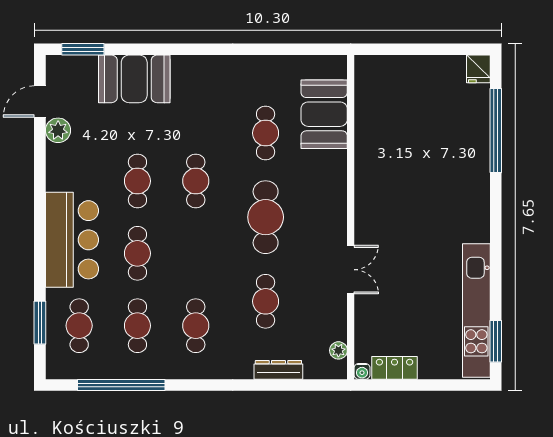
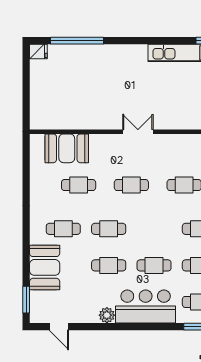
cafe table: (196, 109) -> (63, 229), added
plant: (58, 130) -> (107, 315), moved
cafe table: (266, 217) -> (131, 185), width x0.73, depth x0.74
double door: (351, 270) -> (138, 132), moved

